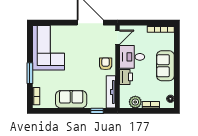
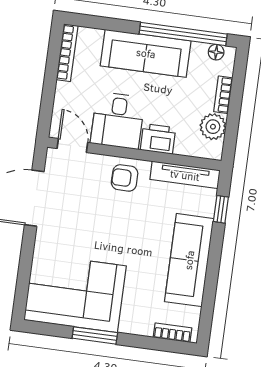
sofa: (165, 66) -> (146, 53), width x1.36
window: (30, 73) -> (95, 335), moved
window: (177, 82) -> (183, 34), added
sofa: (71, 99) -> (189, 260), width x1.36

